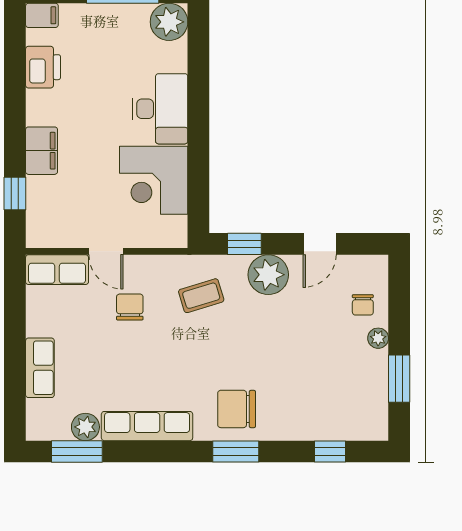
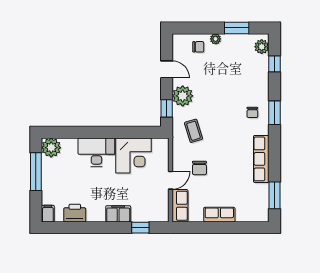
chair: (130, 307) -> (199, 168), turned -90
row of seats: (40, 368) -> (219, 215), moved
chair: (237, 409) -> (252, 112), width x0.54, depth x0.54
plant: (85, 427) -> (262, 47), moved

